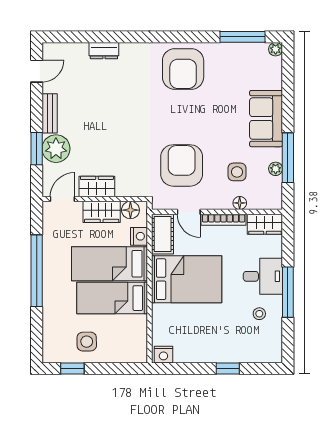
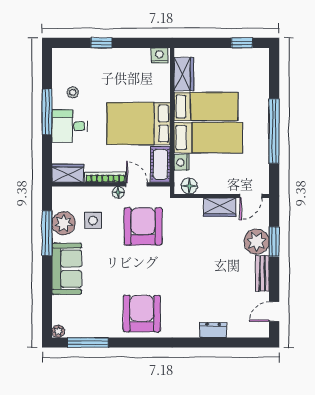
armchair: (182, 165) -> (143, 226), turned 180
plant: (276, 169) -> (64, 223), width x1.88, depth x1.88
floor lamp: (240, 203) -> (118, 192), moved
wardrobe: (102, 212) -> (184, 74), moved, turned 90
side table: (87, 342) -> (229, 67), removed

